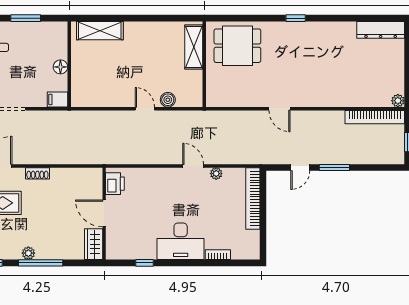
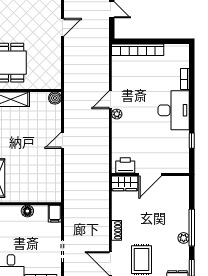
boiler: (168, 100) -> (55, 98), moved
plant: (216, 174) -> (117, 114), moved
wardrobe: (94, 244) -> (125, 183), moved

